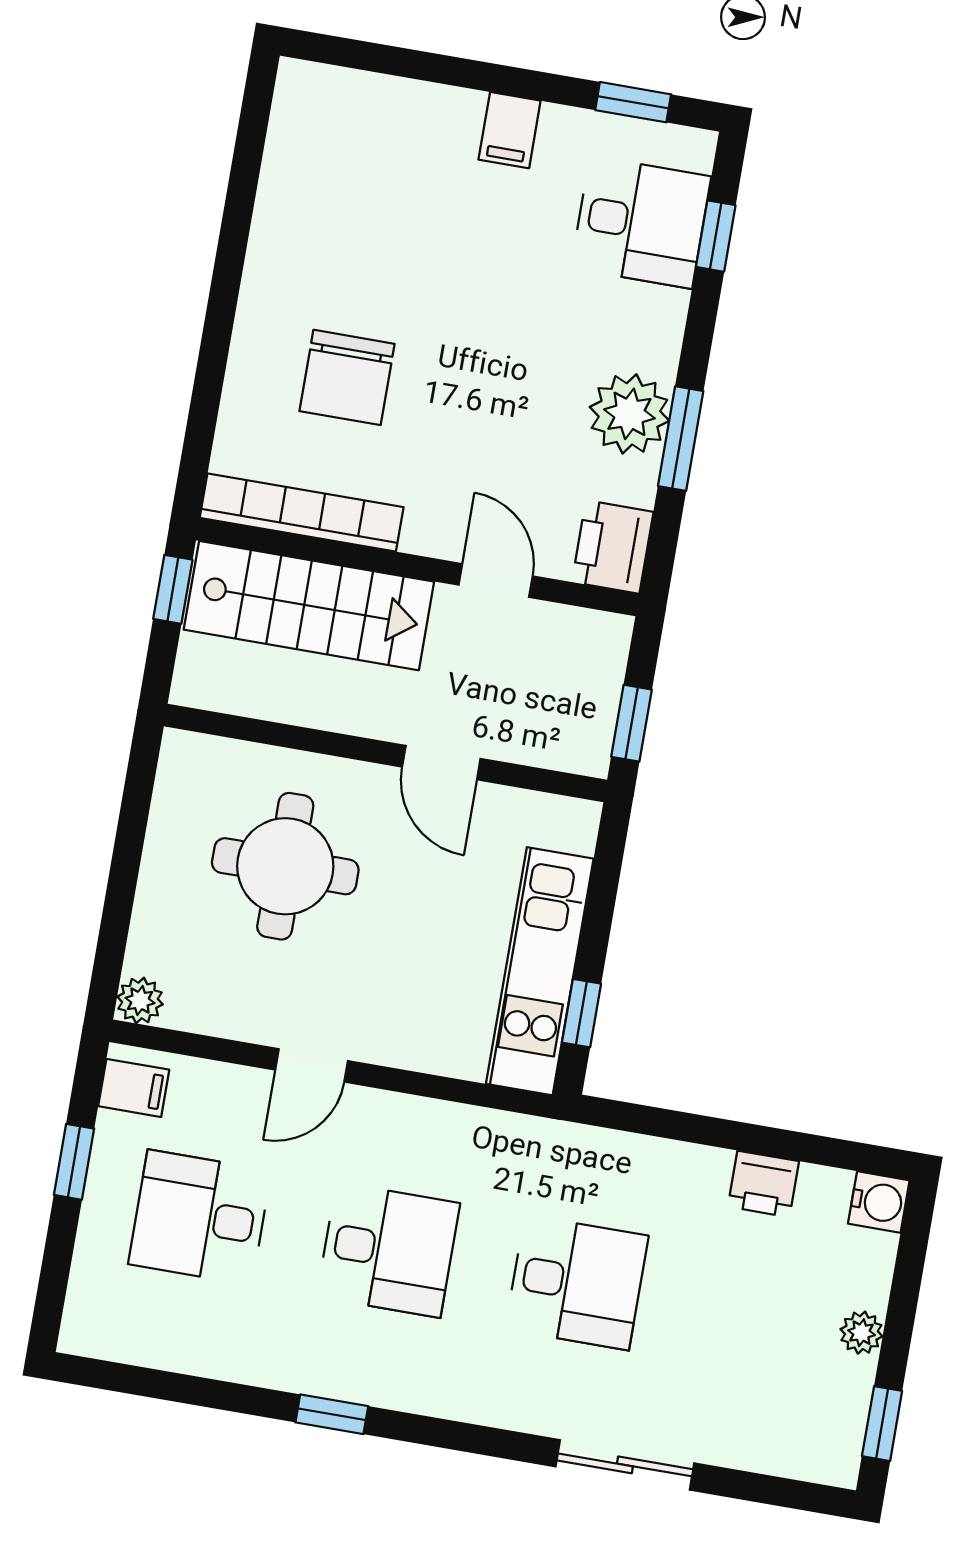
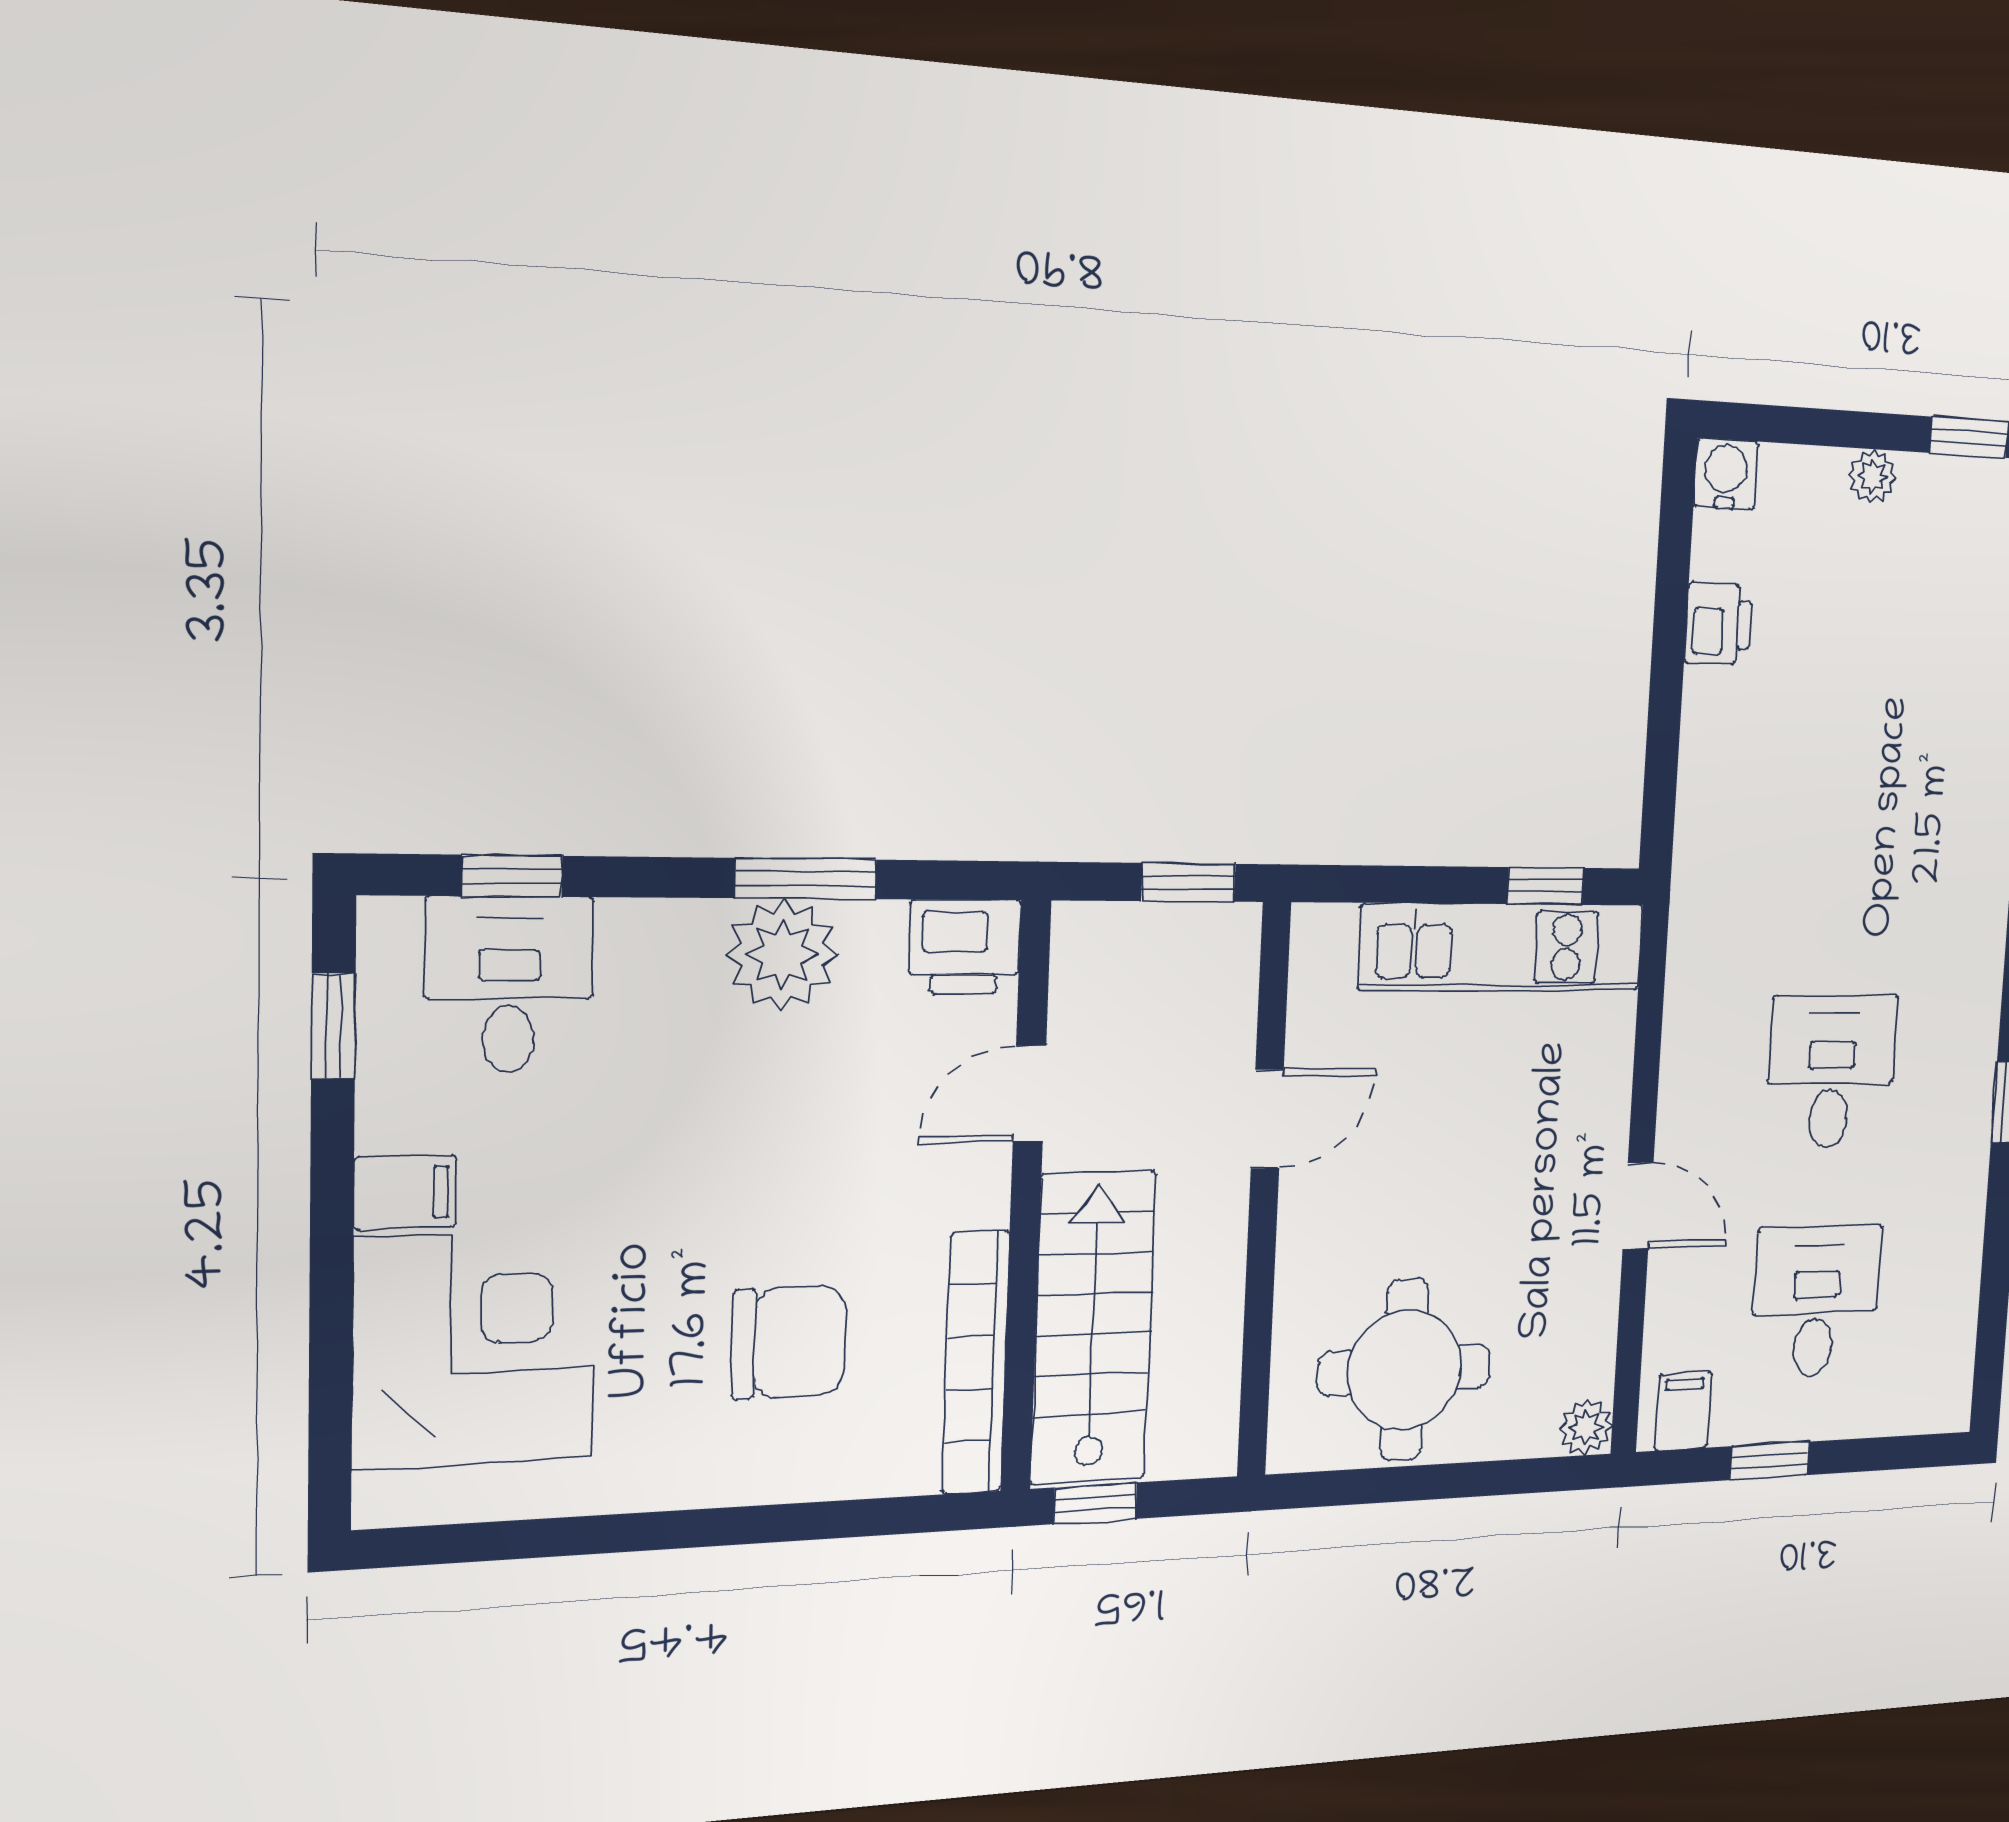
corner desk: (390, 159) -> (475, 1349), added
round table: (285, 866) -> (1405, 1370), moved
desk: (200, 1217) -> (1816, 1301), turned 180
desk: (577, 1282) -> (1847, 838), removed

